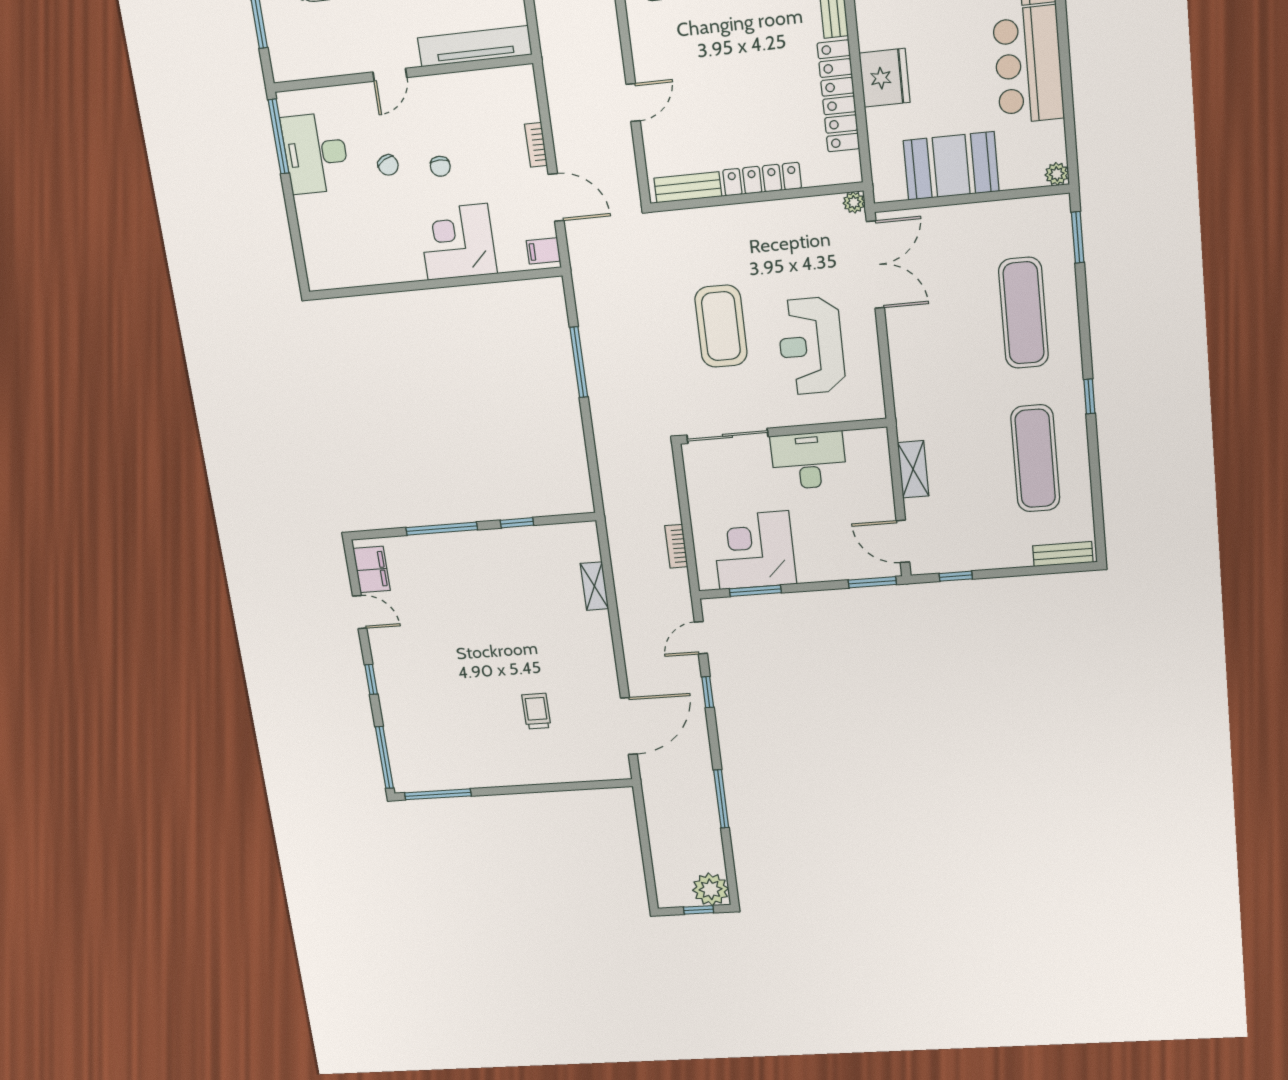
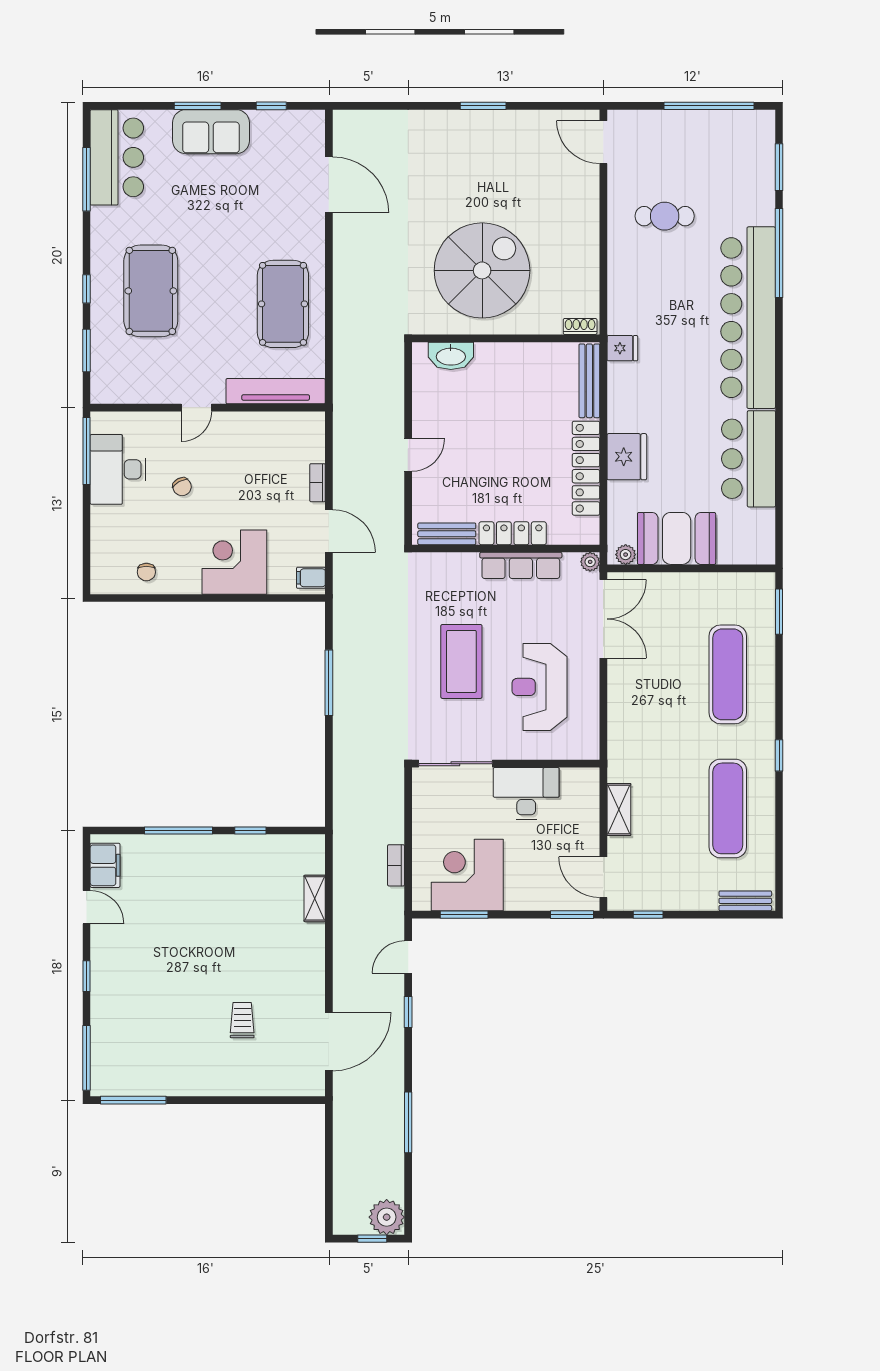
chair: (440, 166) -> (146, 572), moved
plant: (1057, 174) -> (626, 555), moved
row of seats: (775, 214) -> (521, 565), added

